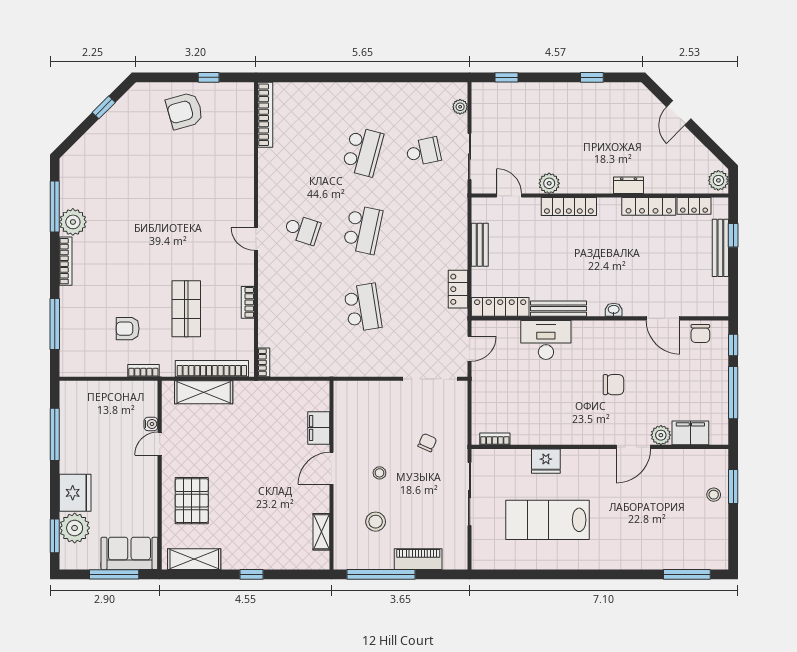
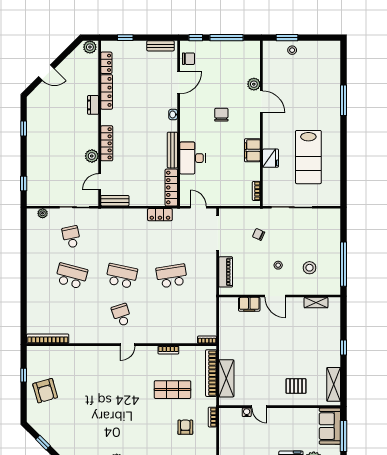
school desk: (302, 230) -> (122, 315), turned -36
bench: (480, 245) -> (115, 201), moved
bench: (720, 248) -> (161, 46), moved, width x0.73
armchair: (128, 329) -> (185, 427), turned 180
filing cabinet: (690, 433) -> (252, 150), moved
pallet: (192, 501) -> (296, 386), width x0.67, depth x0.71
piano: (418, 559) -> (226, 272), moved, turned 180
window: (687, 574) -> (343, 100), moved

